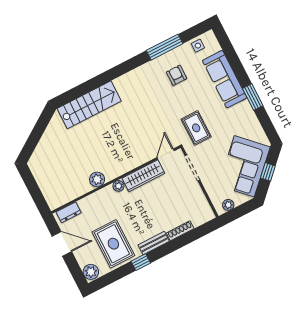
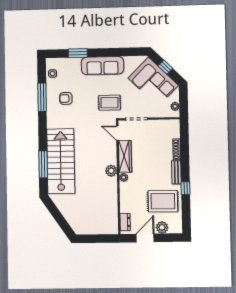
sofa: (225, 79) -> (103, 66), moved
window: (88, 86) -> (43, 164), added
window: (253, 97) -> (78, 53), moved
stairs: (89, 105) -> (61, 161), width x1.36, depth x1.51
plant: (97, 179) -> (111, 171), moved
plant: (91, 272) -> (162, 227), moved

